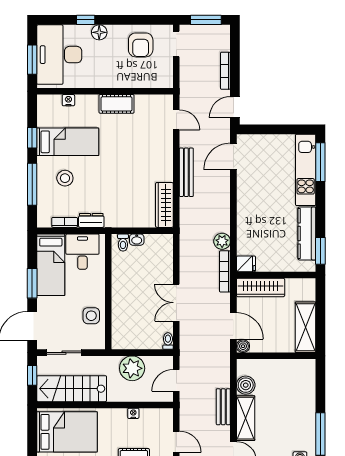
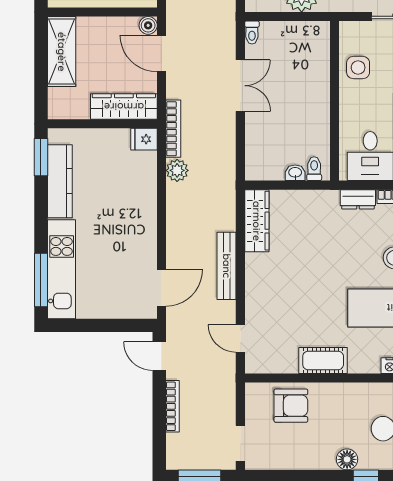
armchair: (141, 45) -> (291, 406), moved, turned 90
door: (235, 107) -> (159, 356), swing flipped

